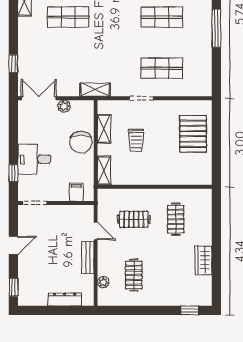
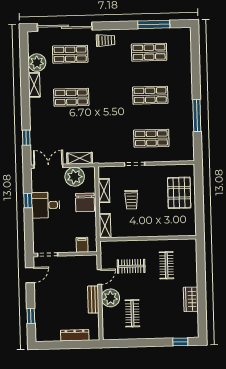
window: (216, 28) -> (197, 115), moved
shelving: (95, 90) -> (80, 158), moved
plant: (64, 106) -> (75, 177), width x1.87, depth x1.87
desk: (34, 159) -> (46, 205), moved
window: (13, 173) -> (28, 201), moved
door: (96, 231) -> (99, 277), hinge flipped
door: (13, 245) -> (30, 275), moved
plant: (103, 282) -> (110, 298), moved, width x1.88, depth x1.88
window: (13, 287) -> (31, 316), moved

